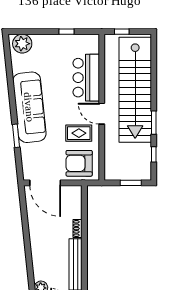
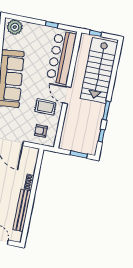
bar counter: (86, 78) -> (61, 57), width x1.36
stairs: (135, 90) -> (99, 70), width x0.73
armchair: (79, 163) -> (41, 131), width x0.53, depth x0.53

